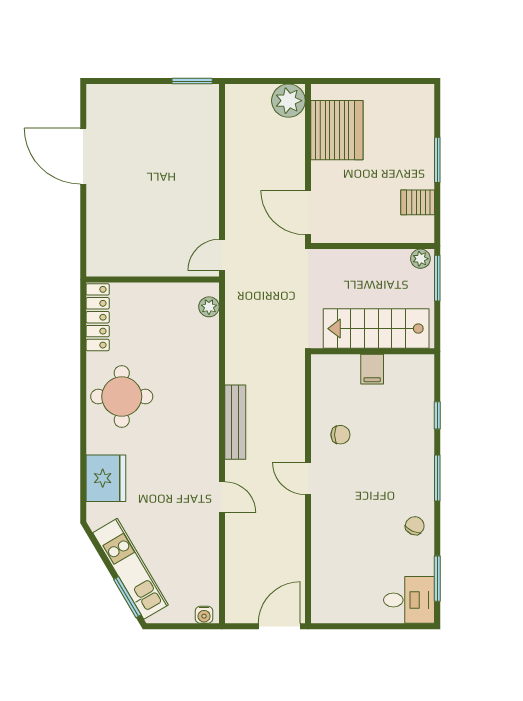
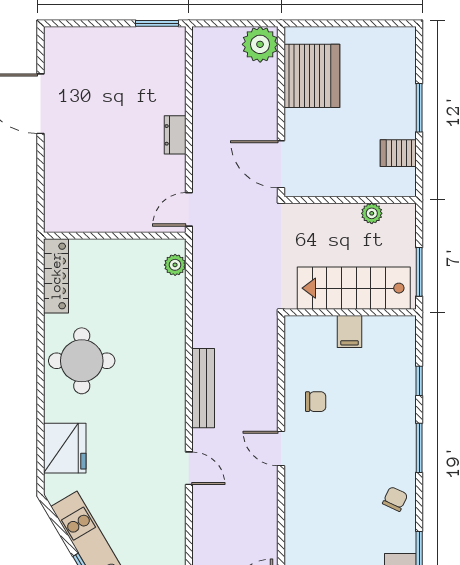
dresser: (209, 185) -> (175, 135), added
plant: (420, 259) -> (372, 213), moved
window: (437, 278) -> (419, 272), moved

